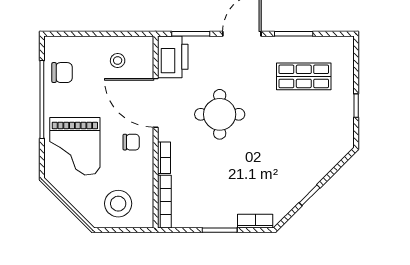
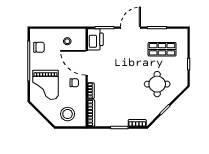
round table: (220, 114) -> (157, 84), moved

